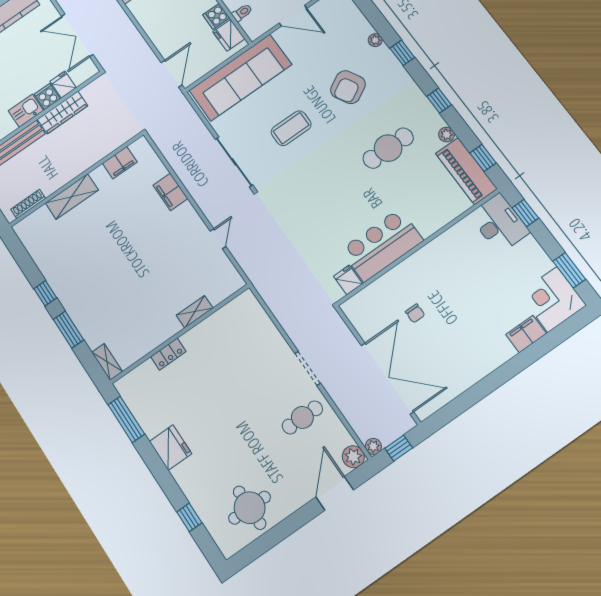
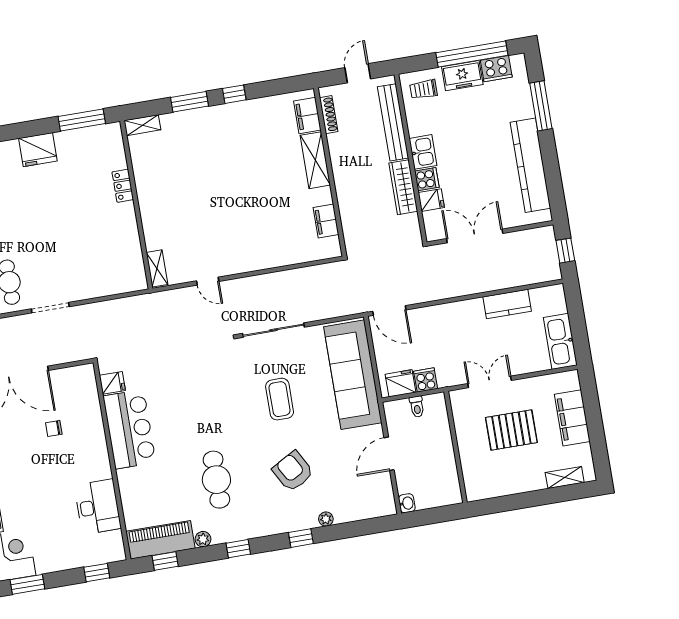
filing cabinet: (170, 192) -> (307, 116), moved, turned -90
desk: (499, 223) -> (98, 507), moved, turned -90
shelving: (195, 312) -> (157, 268), moved

